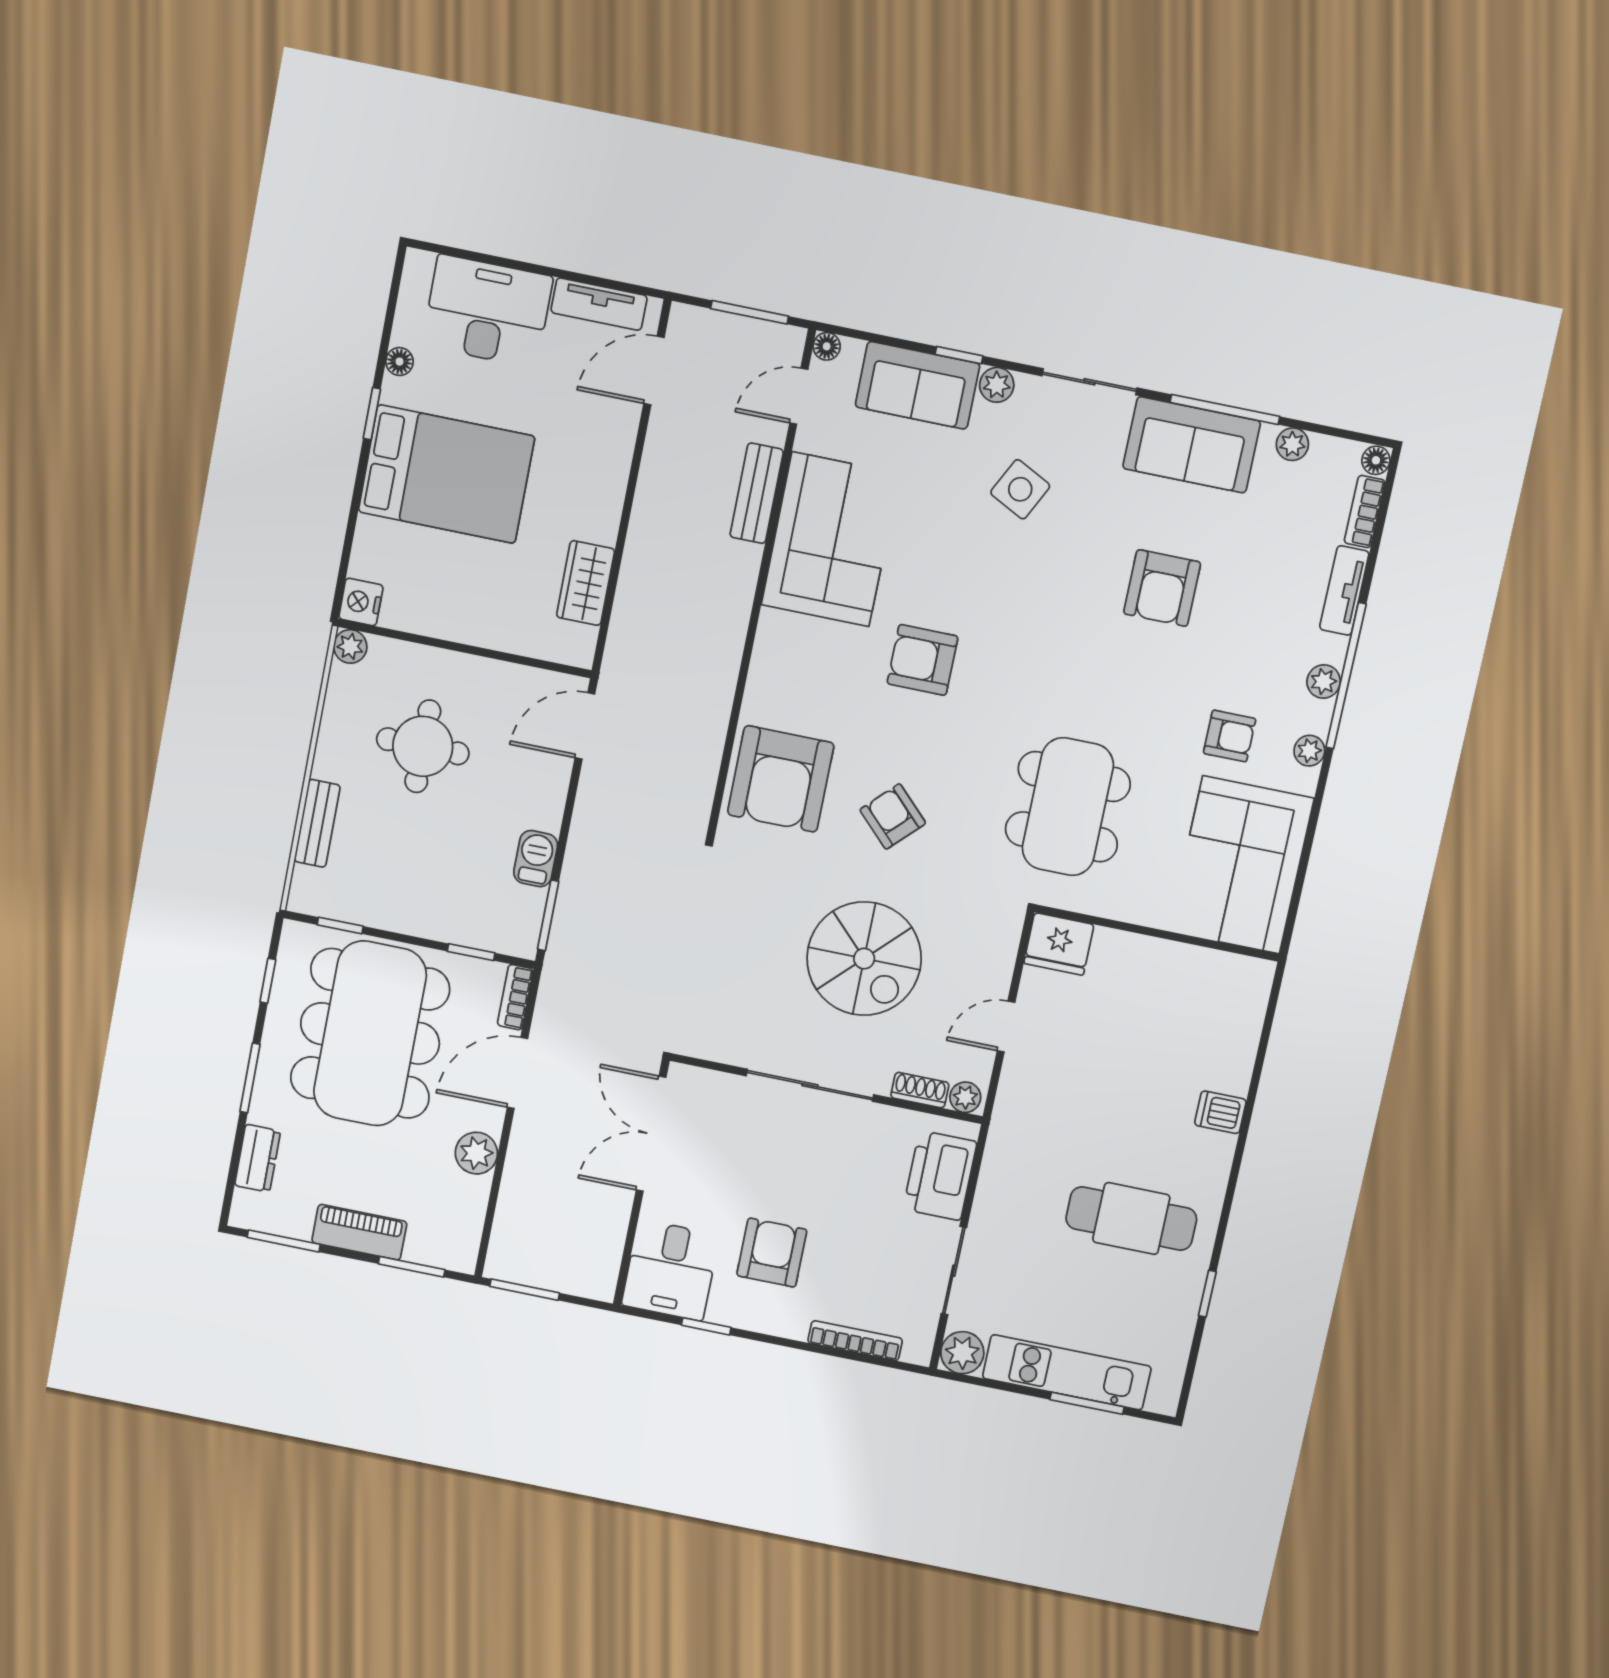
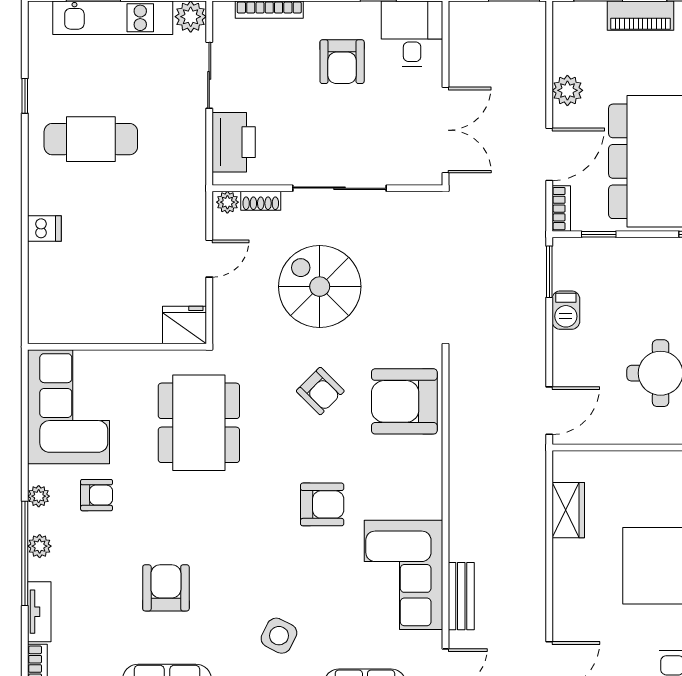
armchair: (1230, 736) -> (97, 495), turned 180
armchair: (781, 779) -> (404, 401), turned -90

